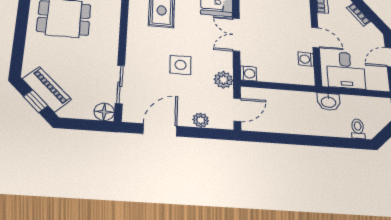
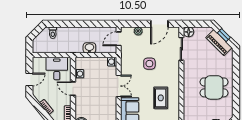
plant: (223, 80) -> (126, 56), removed
washbasin: (329, 102) -> (89, 48), moved

